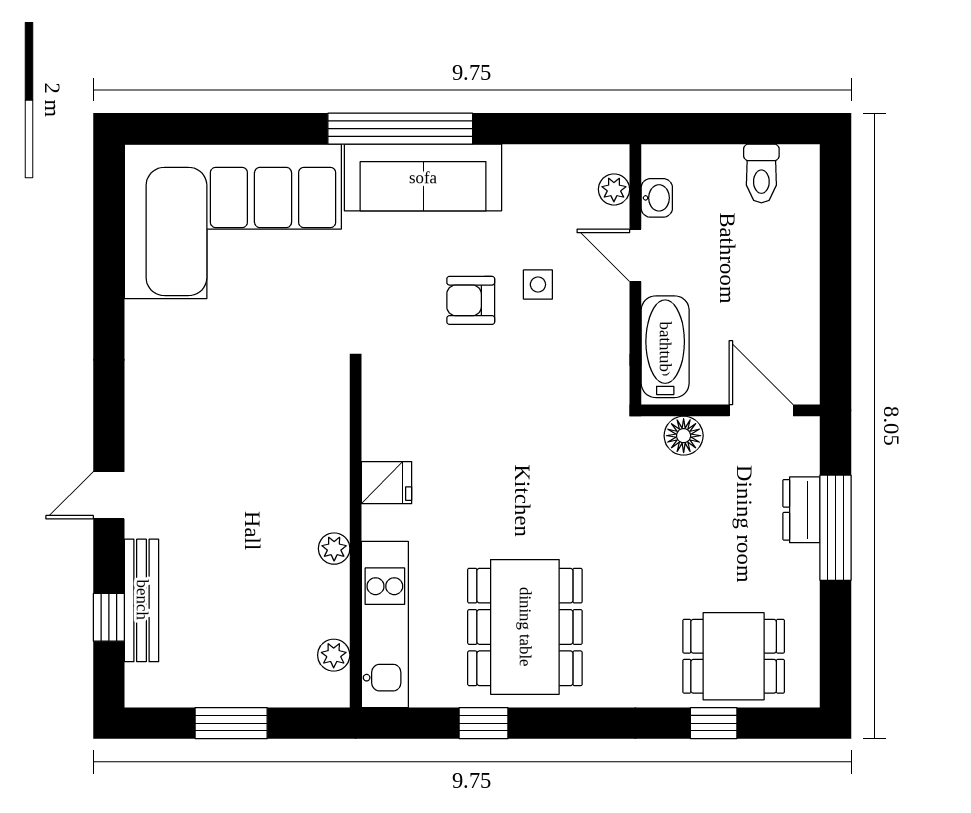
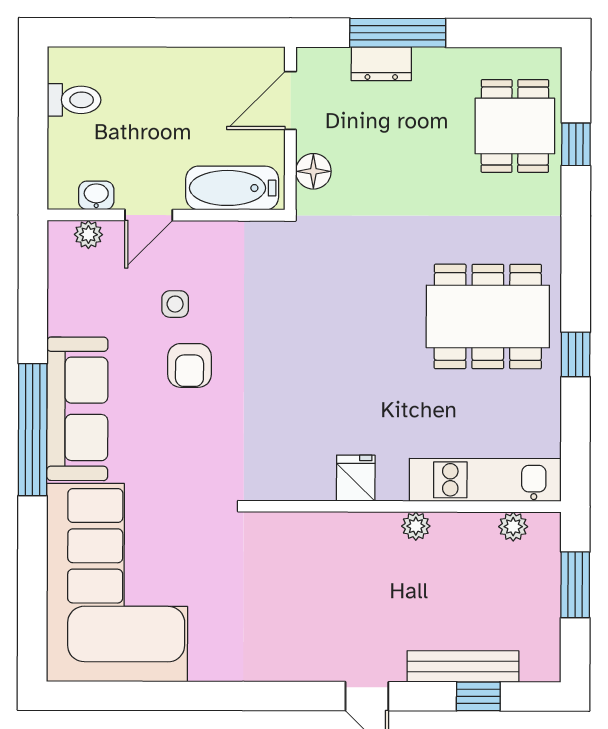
fridge: (387, 483) -> (356, 478), moved
wall: (356, 537) -> (405, 506), moved
plant: (334, 549) -> (416, 526), moved
kitchen unit: (385, 624) -> (485, 480), moved
plant: (334, 655) -> (513, 527), moved

